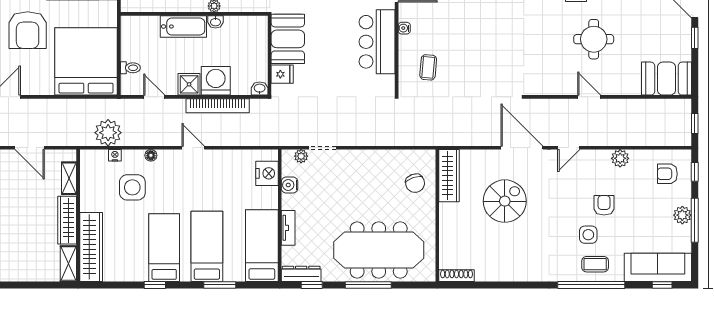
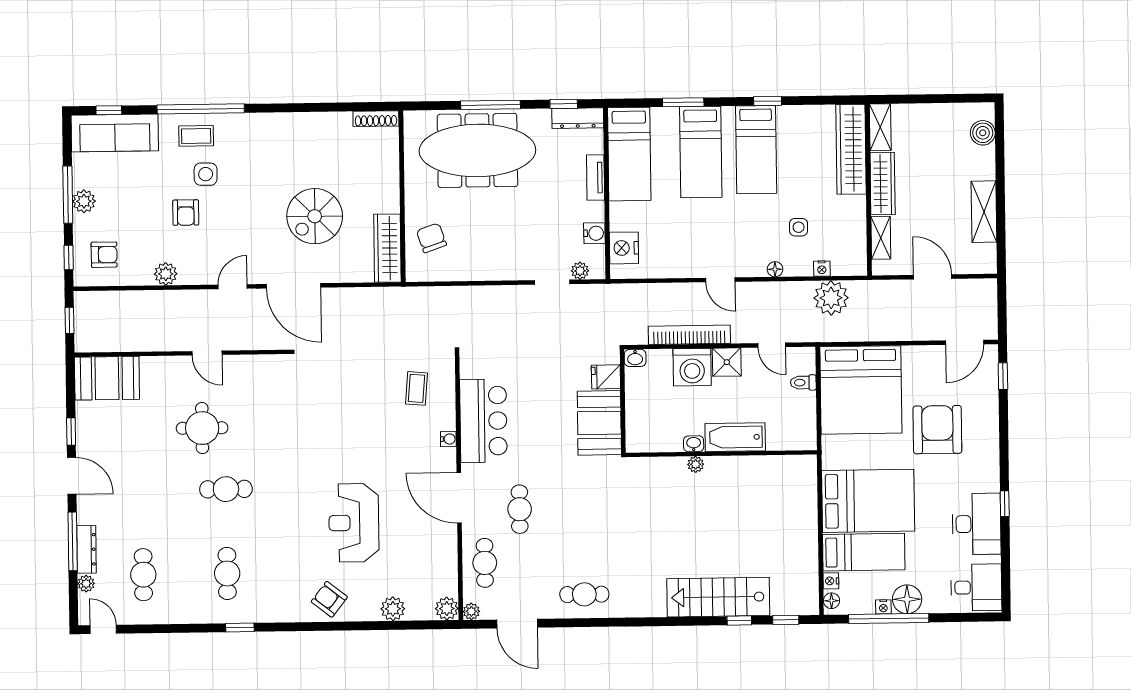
side table: (132, 187) -> (799, 227), width x0.54, depth x0.54

